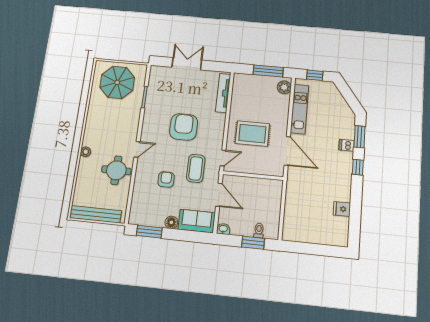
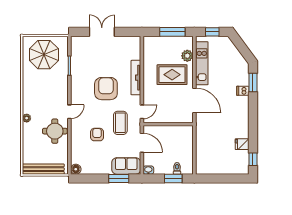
plant: (284, 87) -> (187, 56), moved
tv unit: (223, 93) -> (136, 78), moved
rug: (252, 134) -> (172, 75), moved
window: (358, 167) -> (253, 159), moved
floor lamp: (171, 222) -> (76, 169), moved
window: (149, 232) -> (119, 179), moved

